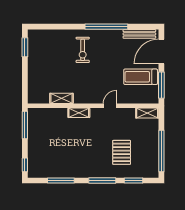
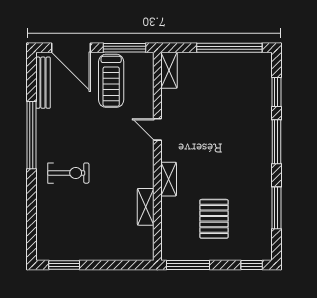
pallet: (122, 152) -> (214, 219), moved, turned 90

